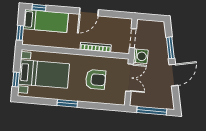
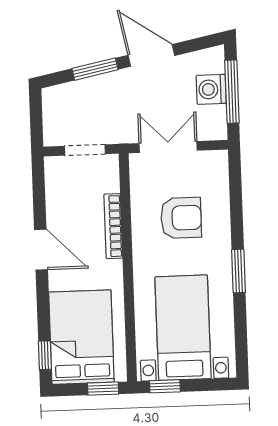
bed: (46, 21) -> (81, 337), width x1.50
washing machine: (141, 56) -> (211, 89), moved, turned -90
armchair: (96, 79) -> (181, 218), turned 90
window: (16, 80) -> (165, 386), moved

